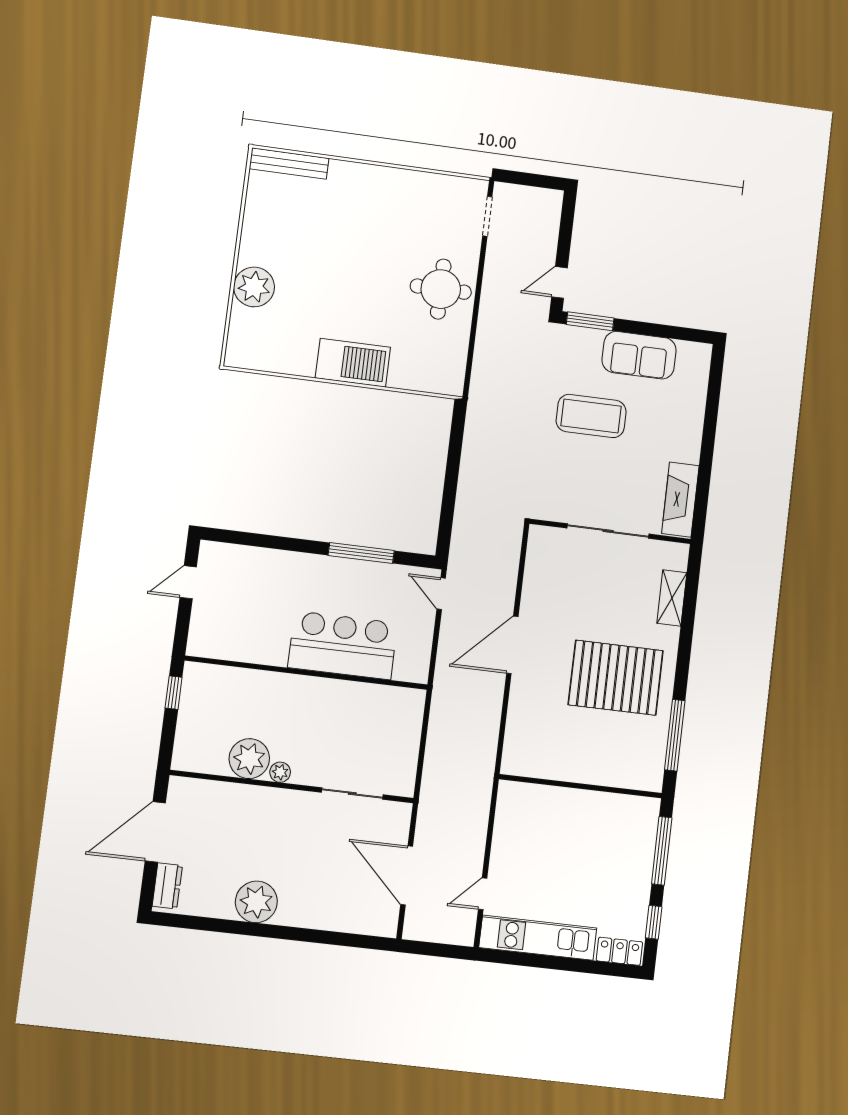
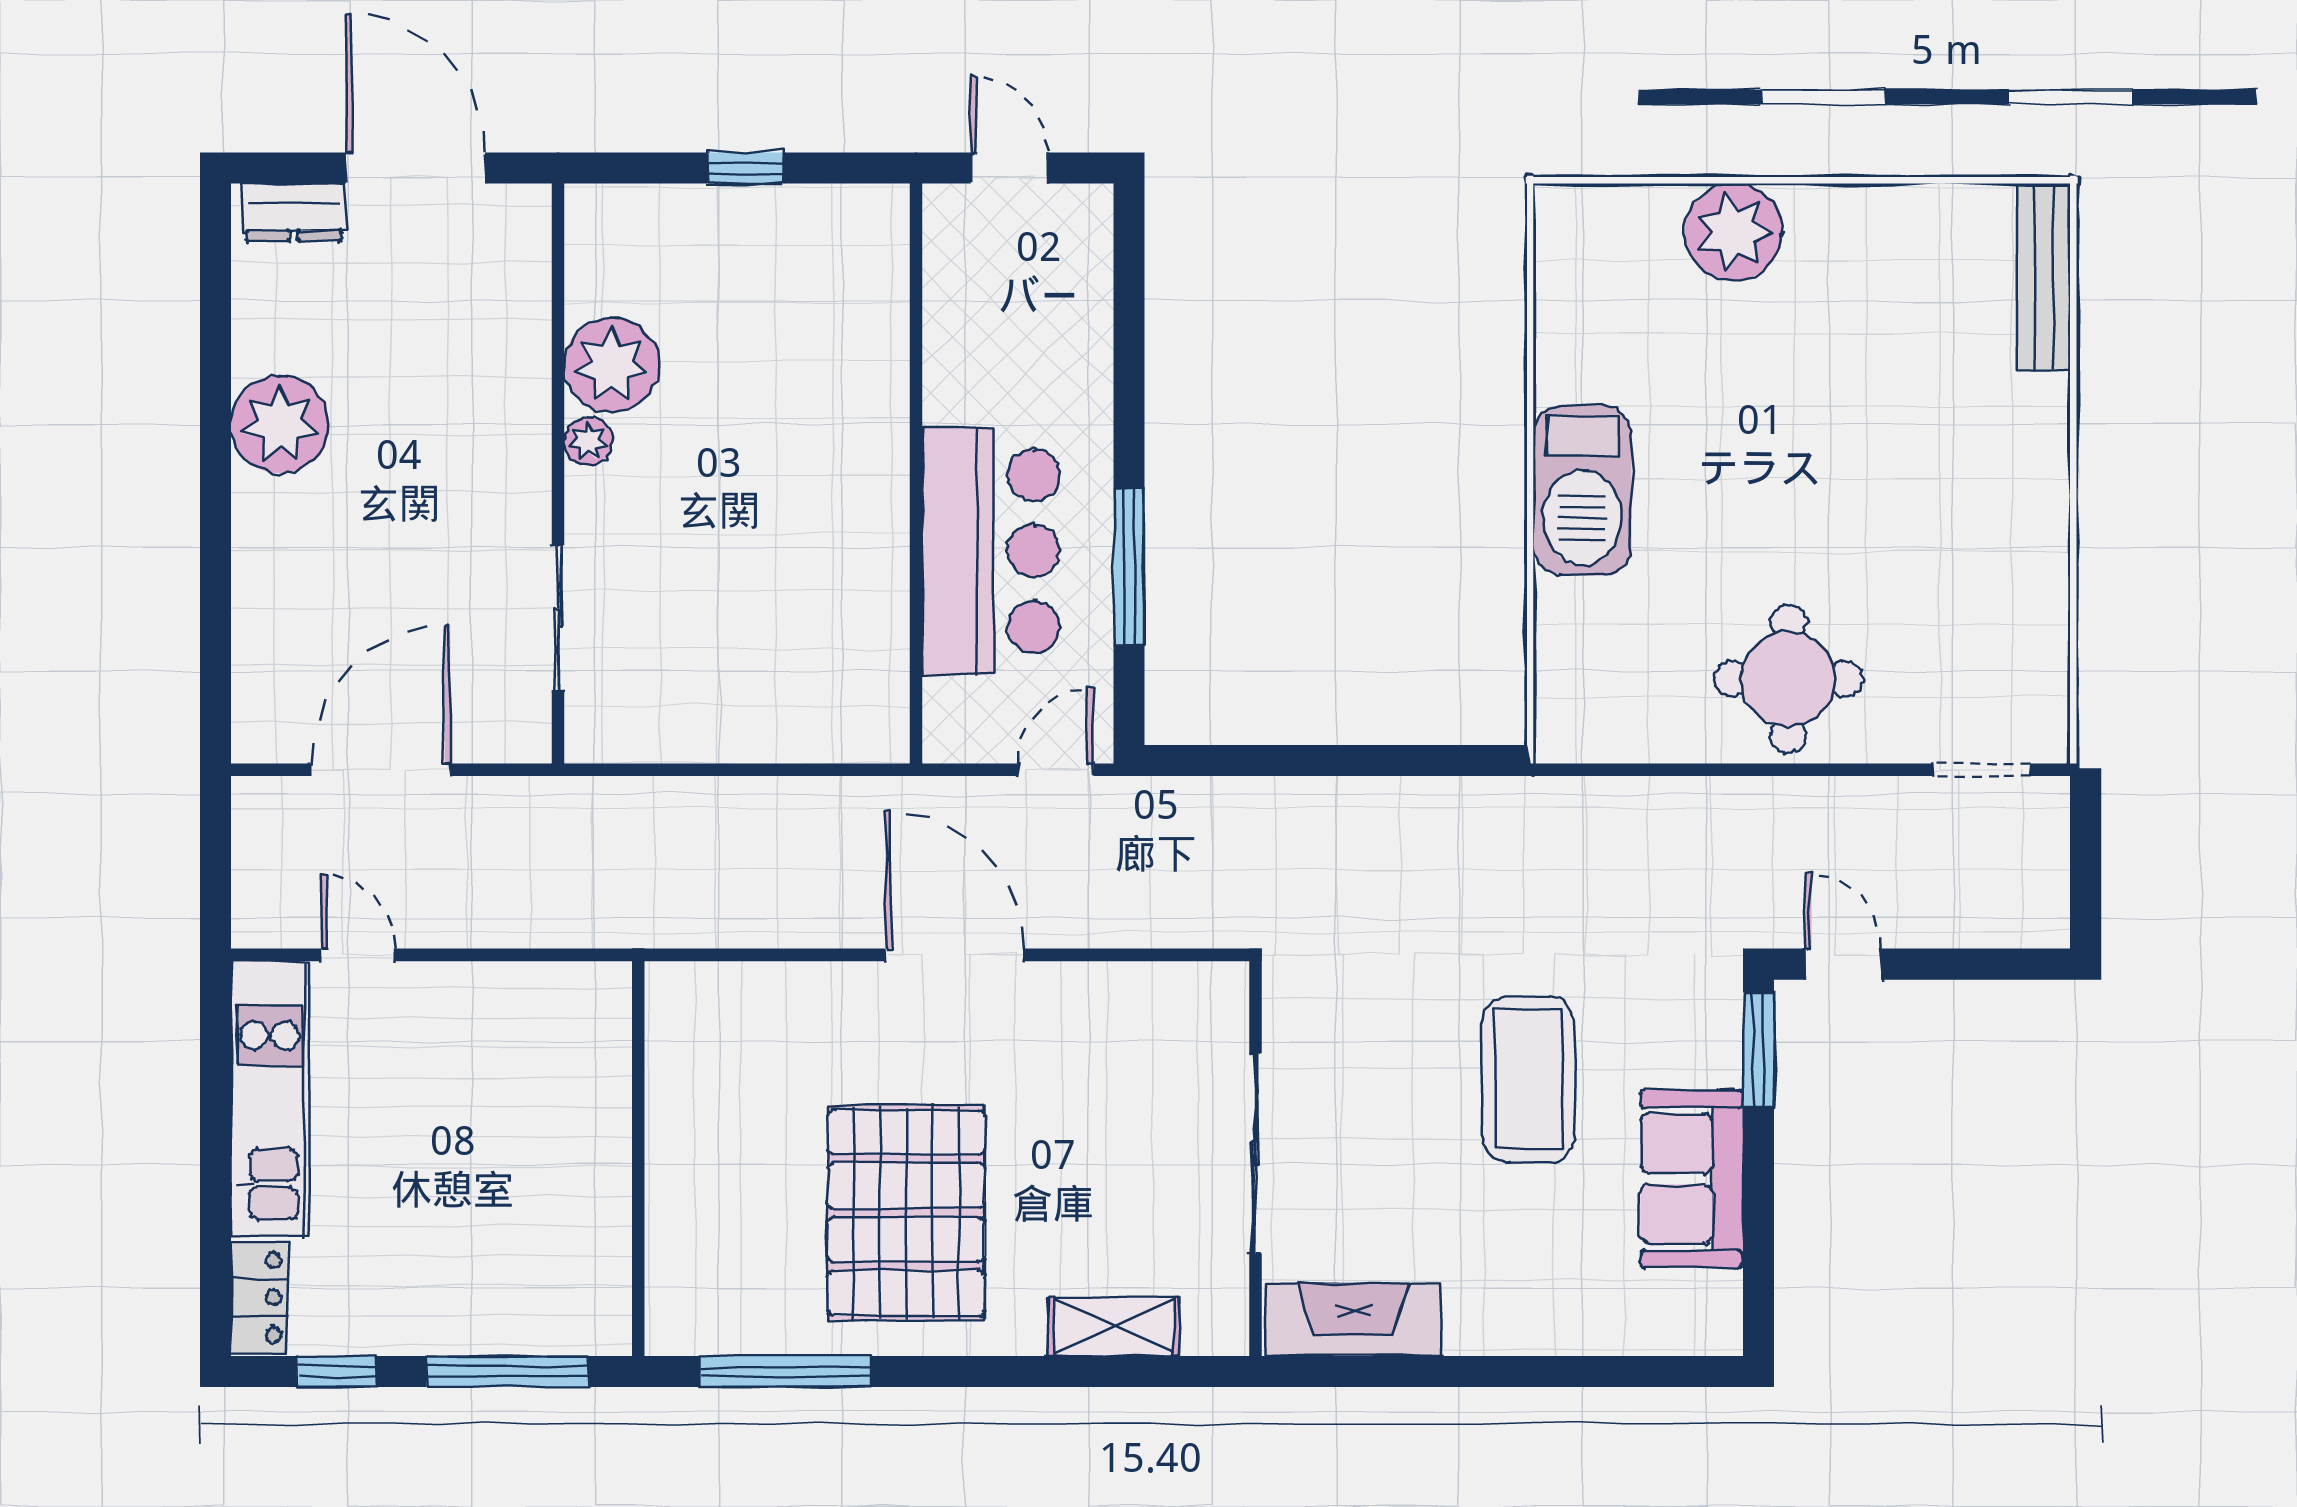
bar counter: (343, 645) -> (991, 551), moved
wall: (306, 673) -> (916, 473), moved

